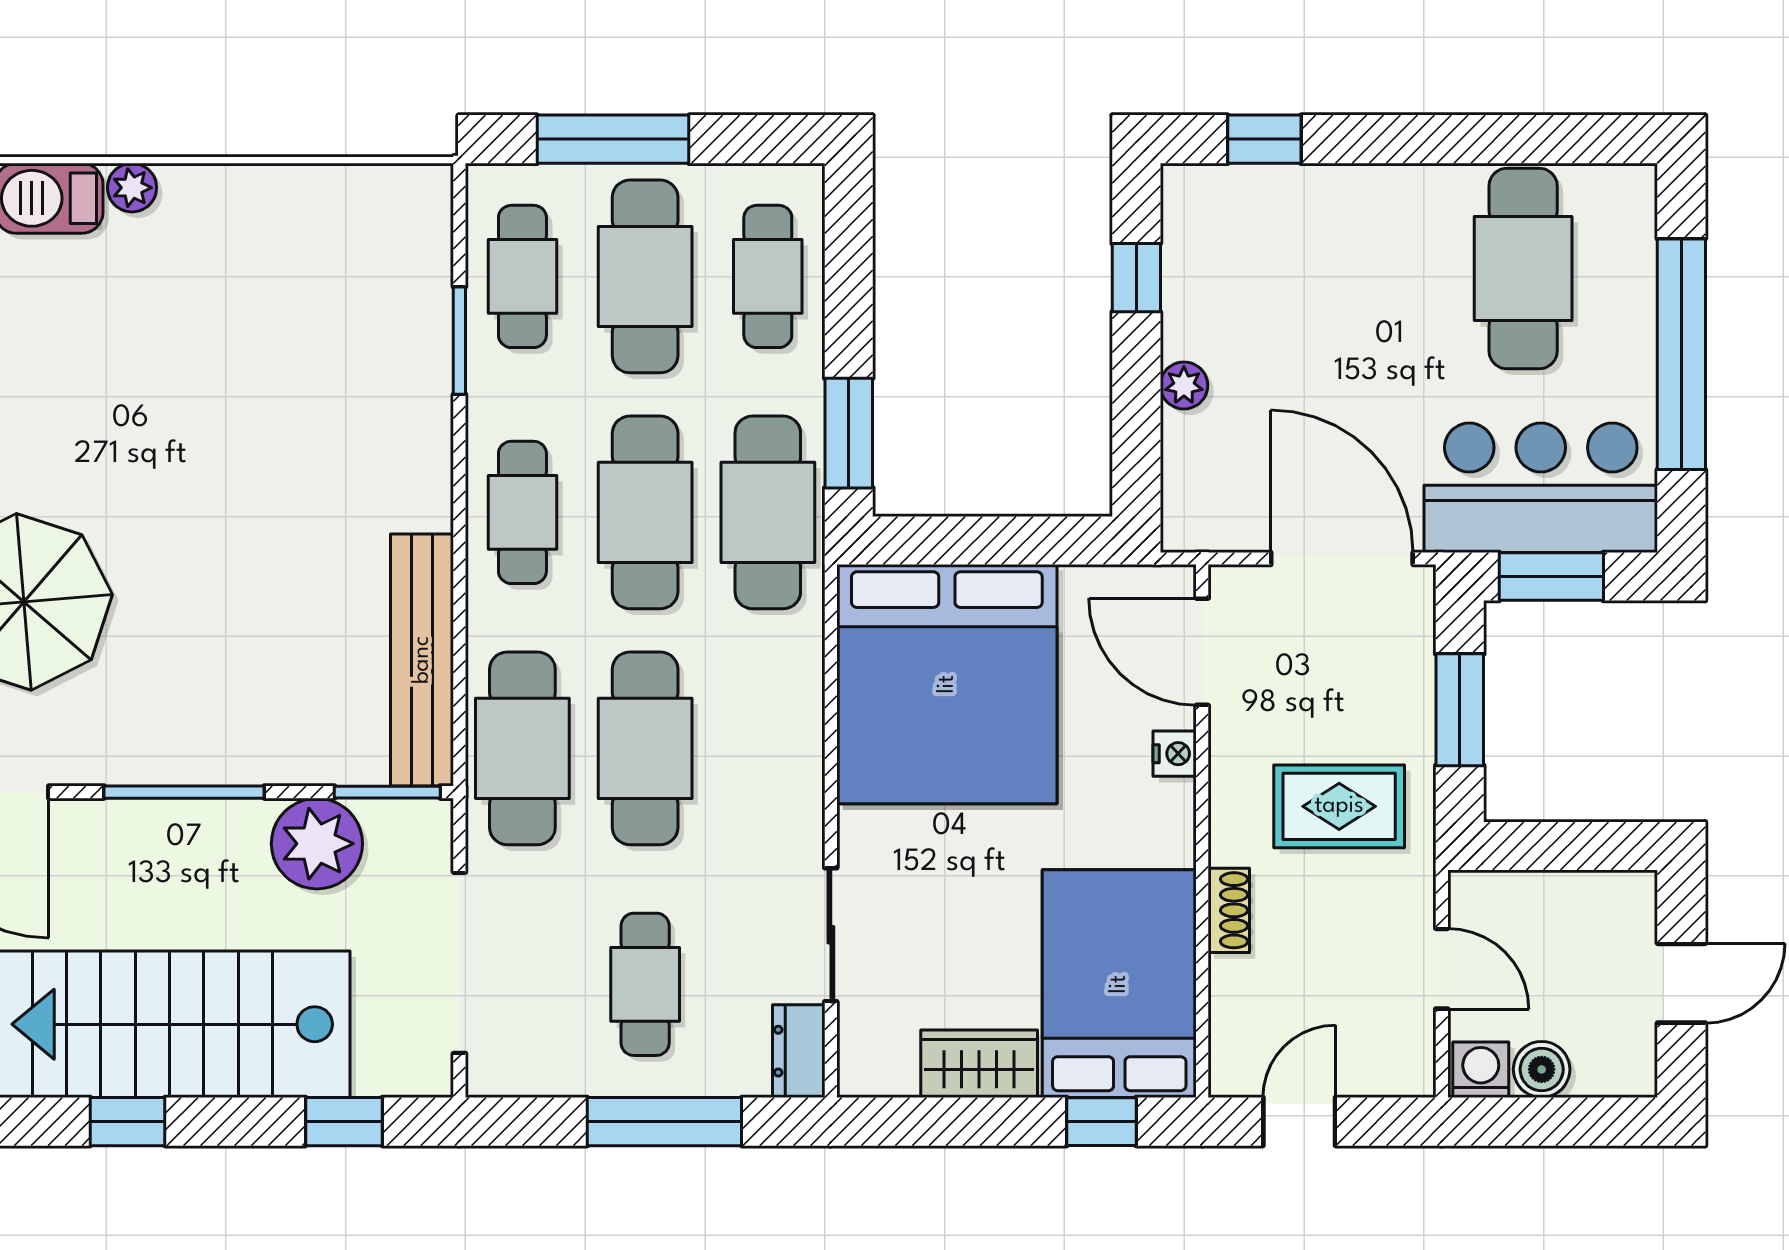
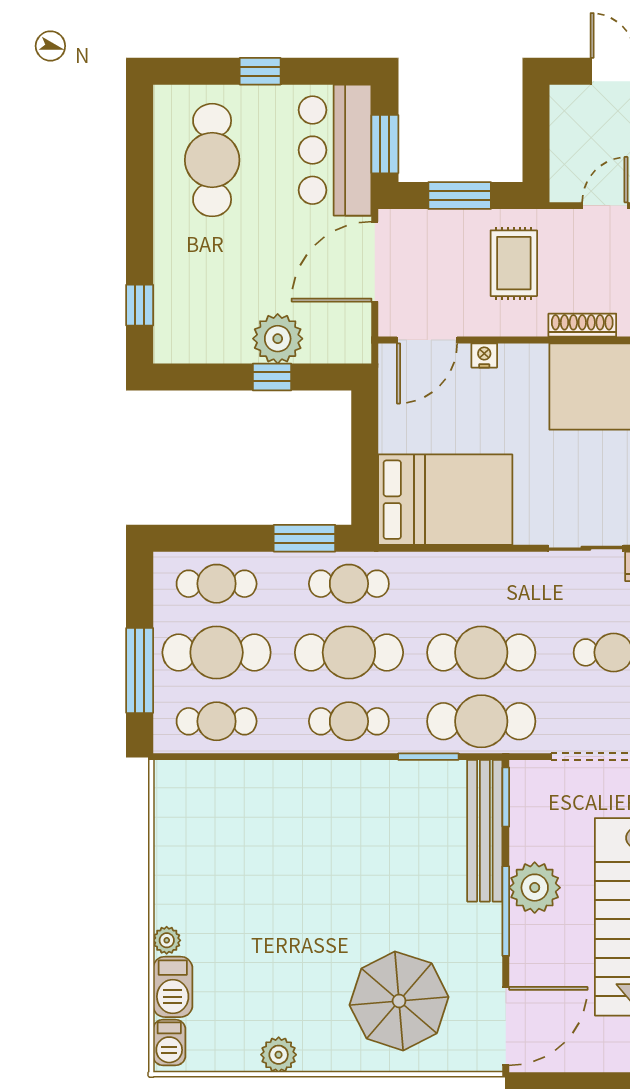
cafe table: (1523, 268) -> (212, 160), turned 90
window: (1136, 278) -> (272, 377), moved
window: (459, 341) -> (428, 757), moved
window: (1681, 354) -> (260, 71), width x0.32
plant: (1184, 385) -> (278, 339), width x1.88, depth x1.88
cafe table: (768, 512) -> (349, 584), width x0.73, depth x0.74
bench: (422, 660) -> (485, 831), moved, turned 90
bed: (947, 684) -> (445, 500), width x0.73
plant: (317, 844) -> (535, 888), moved
shoe rack: (1229, 910) -> (582, 325), width x1.43

